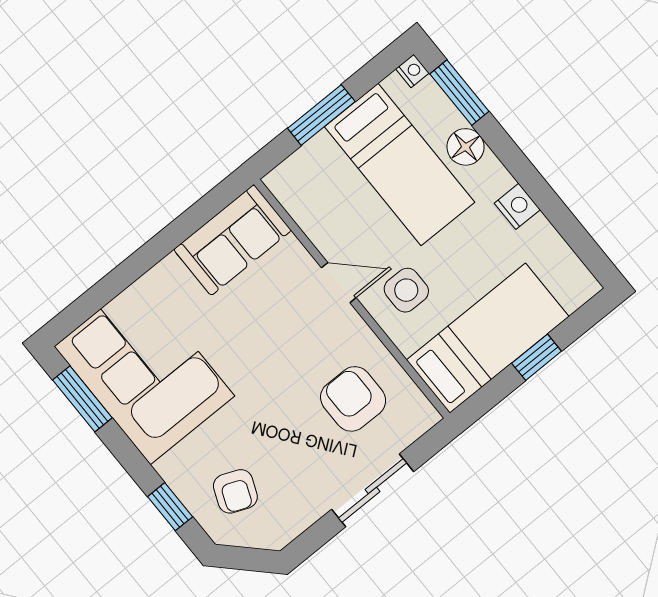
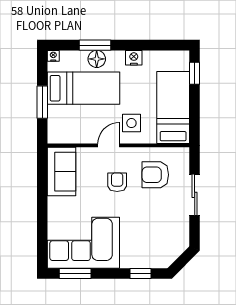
window: (459, 93) -> (95, 45), moved
window: (537, 357) -> (195, 73), moved
armchair: (235, 491) -> (117, 182), moved, turned -112

